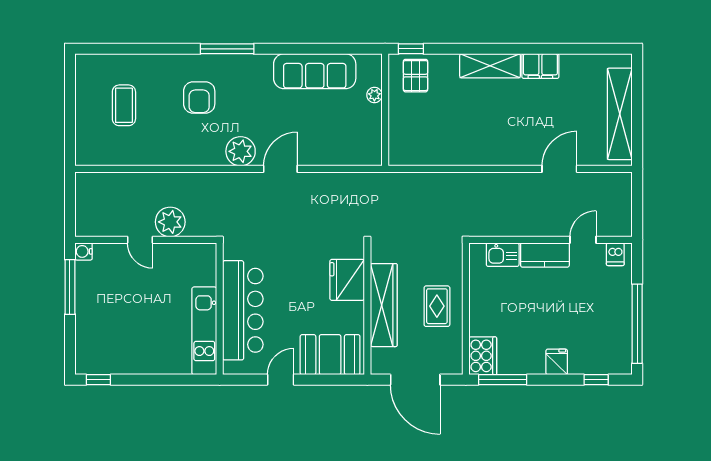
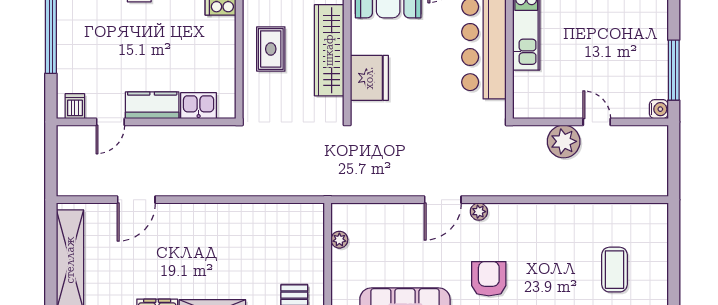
plant: (374, 95) -> (339, 240), moved
armchair: (199, 97) -> (489, 279), moved
plant: (241, 151) -> (479, 212), width x0.53, depth x0.53

